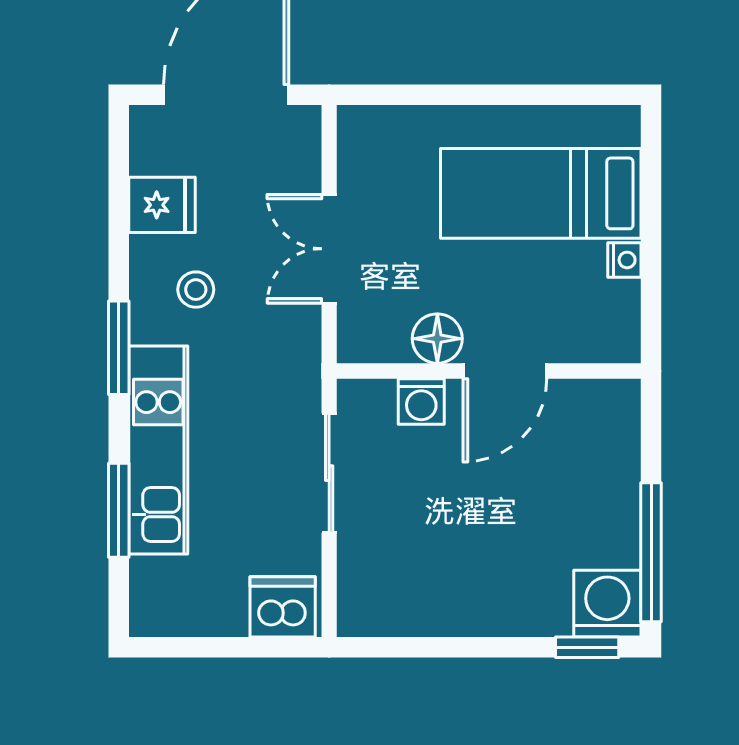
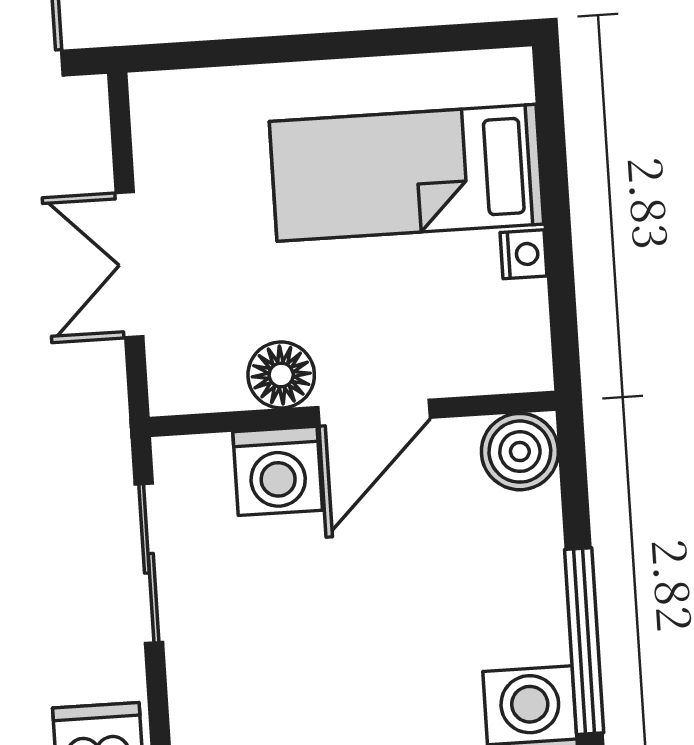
washing machine: (421, 402) -> (278, 471), width x1.38, depth x1.38
boiler: (612, 407) -> (520, 452), added

